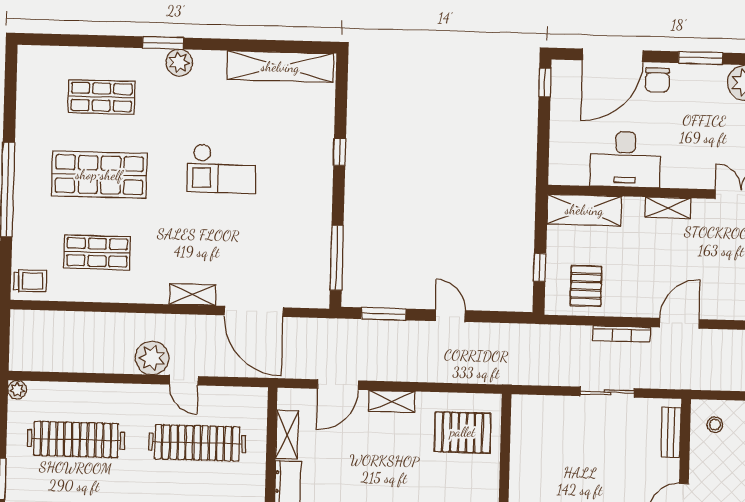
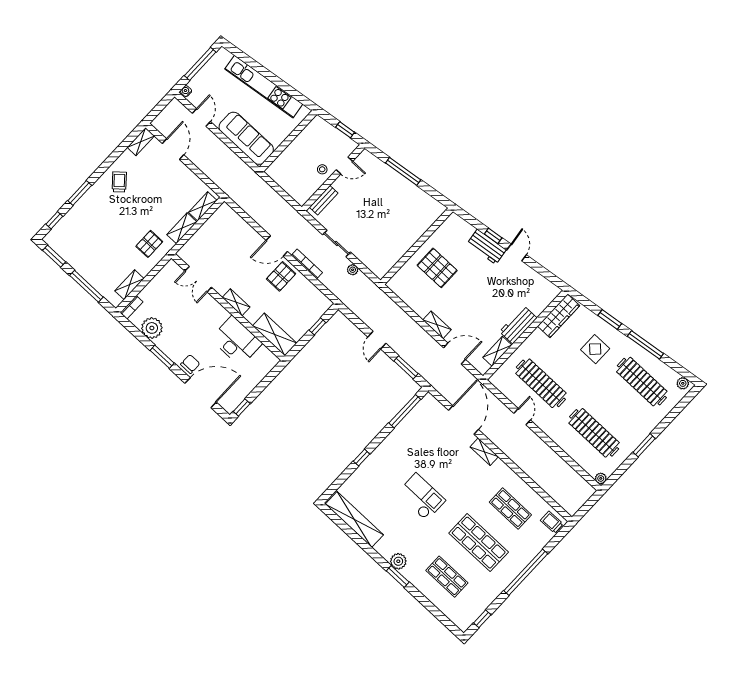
window: (11, 83) -> (482, 619), added
pallet: (586, 286) -> (281, 276), moved
plant: (152, 358) -> (353, 270), moved, width x0.53, depth x0.53
stool: (715, 425) -> (322, 169), moved
pallet: (463, 432) -> (437, 268), moved

